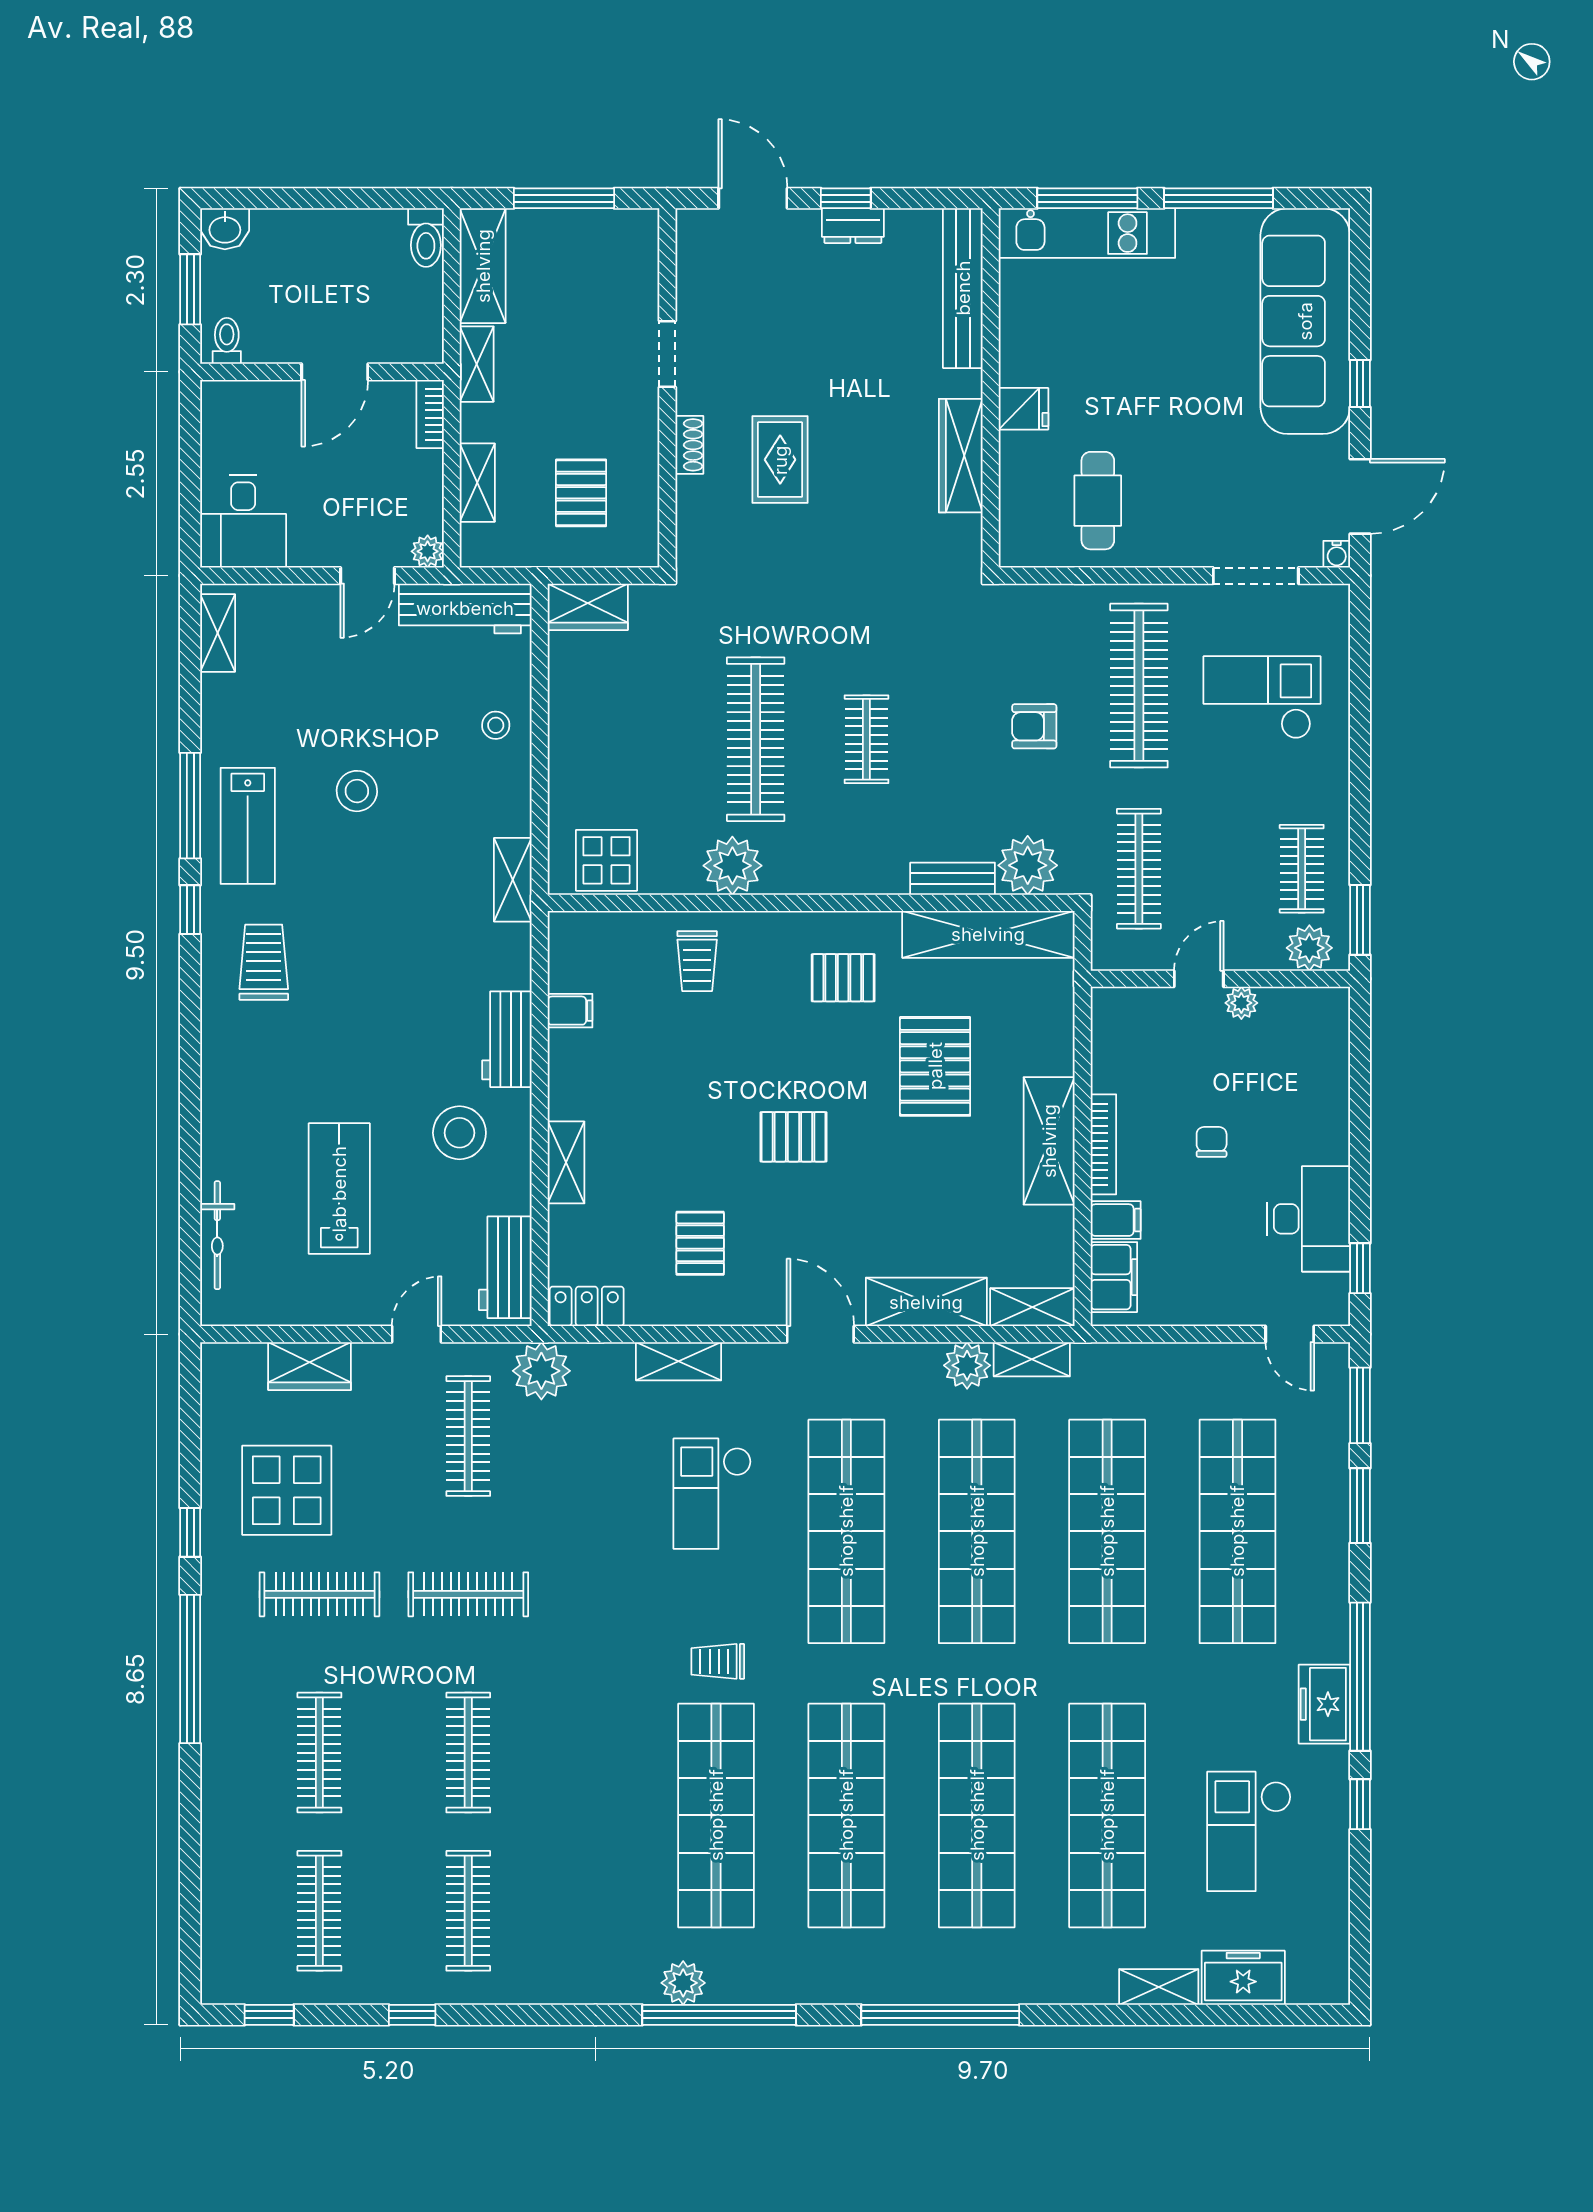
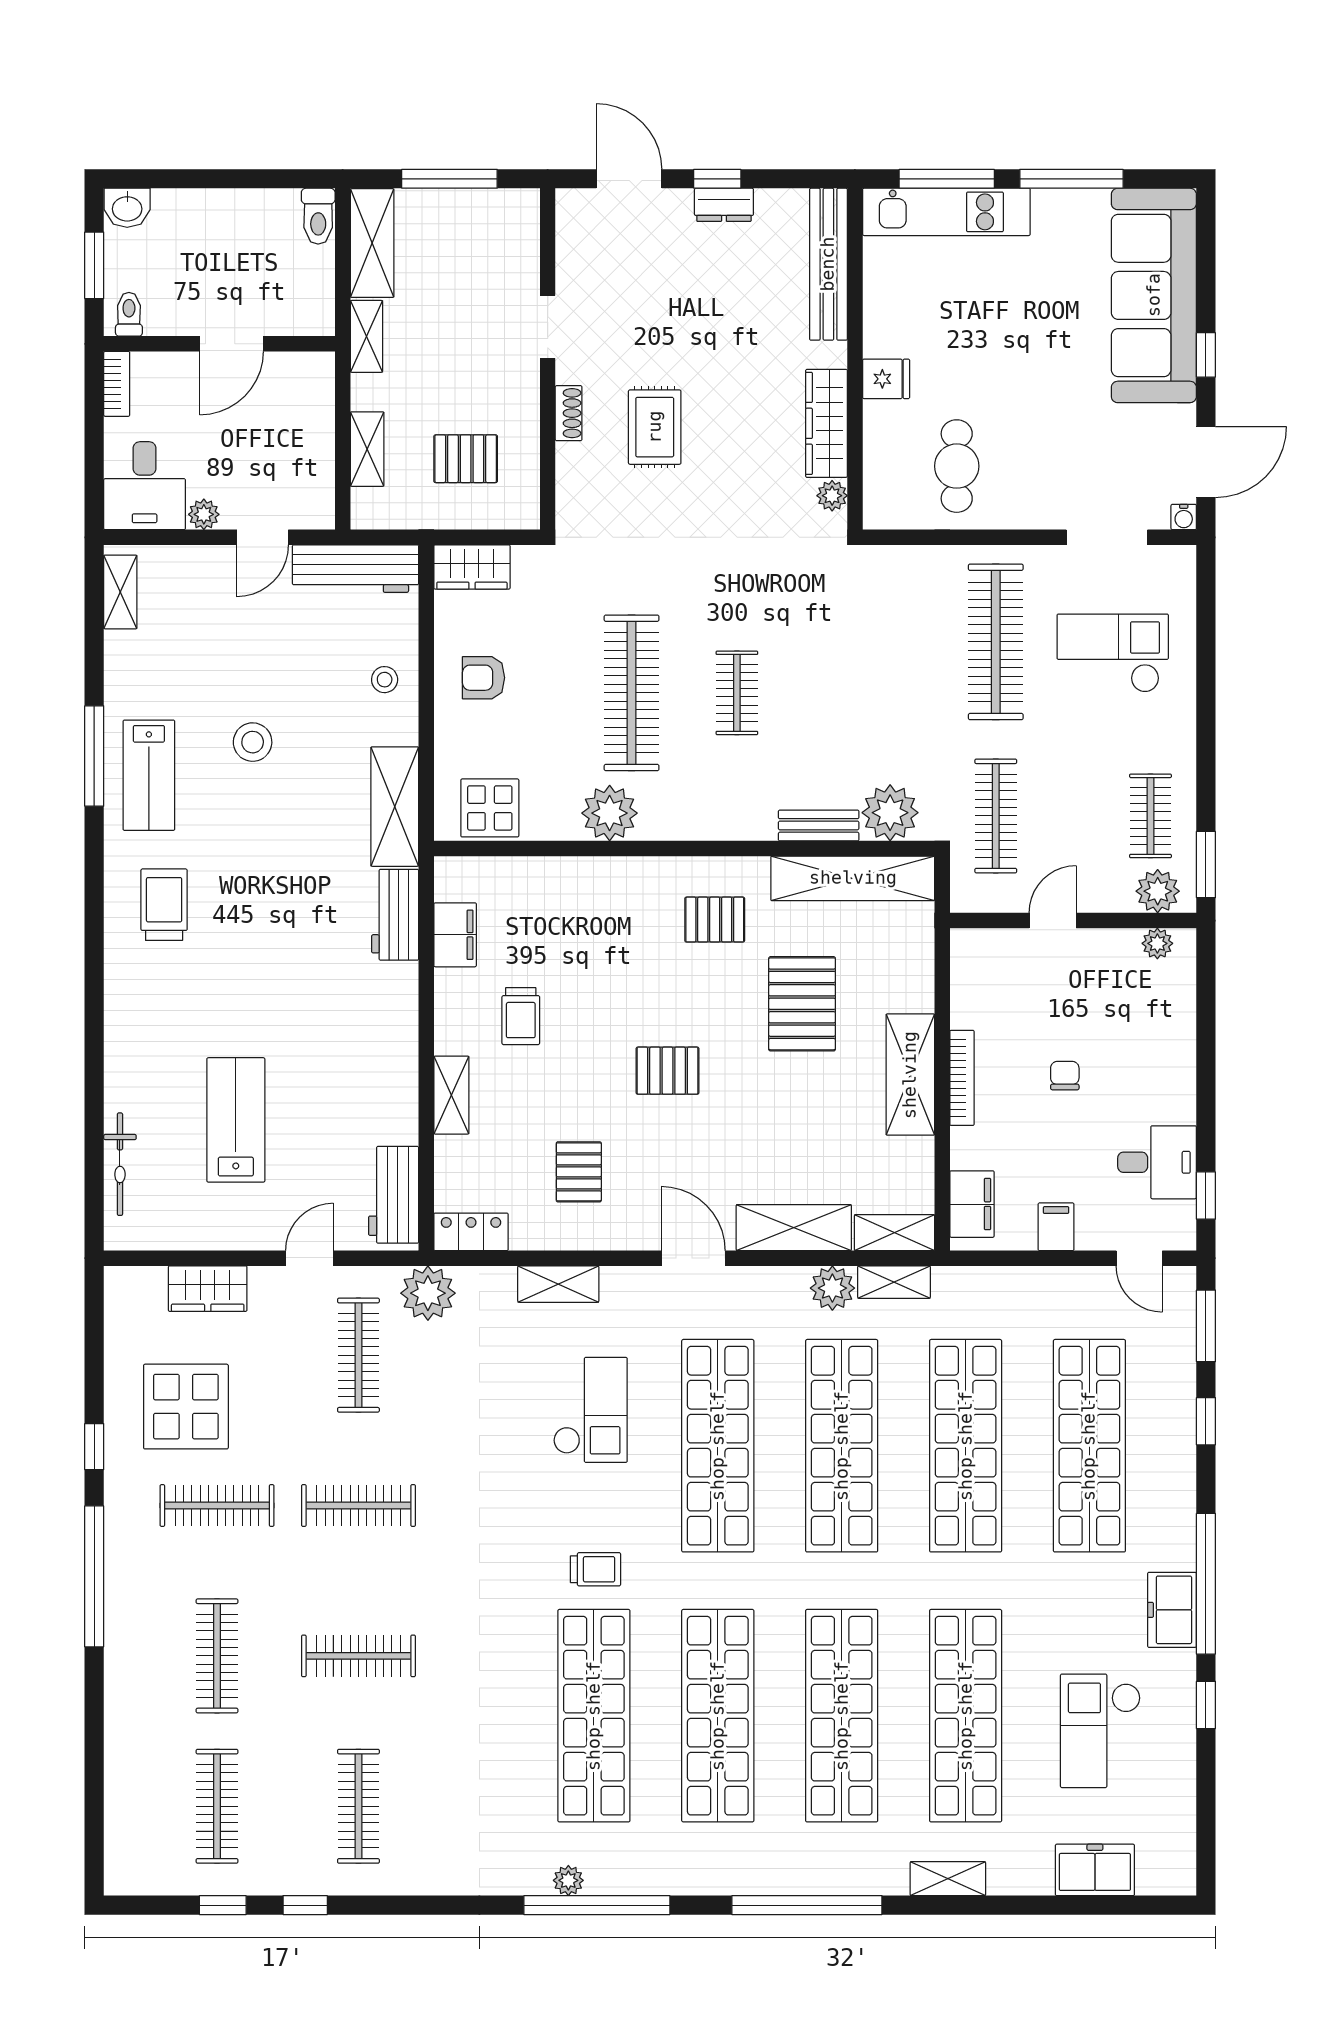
bookcase: (430, 414) -> (117, 384), moved, turned 180
pallet: (581, 493) -> (466, 459), turned 90
plant: (967, 532) -> (832, 496), added
plant: (428, 551) -> (204, 514), moved
armchair: (1034, 726) -> (483, 678), moved
shelving: (513, 880) -> (395, 807), width x1.50, depth x1.33
window: (190, 910) -> (94, 855), removed
trolley: (697, 961) -> (521, 1016), moved
plant: (1241, 1003) -> (1157, 943), moved
filing cabinet: (570, 1011) -> (455, 935), width x2.00
workbench: (507, 1039) -> (395, 915), moved
stool: (459, 1133) -> (350, 1067), removed
desk: (1309, 1219) -> (1157, 1162), width x0.73
filing cabinet: (1116, 1220) -> (1056, 1227), moved, turned -90
checkout: (712, 1494) -> (590, 1410), turned 180
window: (1360, 1506) -> (1206, 1421), width x0.67
trolley: (718, 1661) -> (596, 1569), turned 180
clothes rail: (468, 1753) -> (358, 1656), turned 90
plant: (683, 1983) -> (568, 1880), width x0.73, depth x0.73
shelving: (1159, 1987) -> (948, 1879), moved
window: (269, 2015) -> (223, 1905), moved

